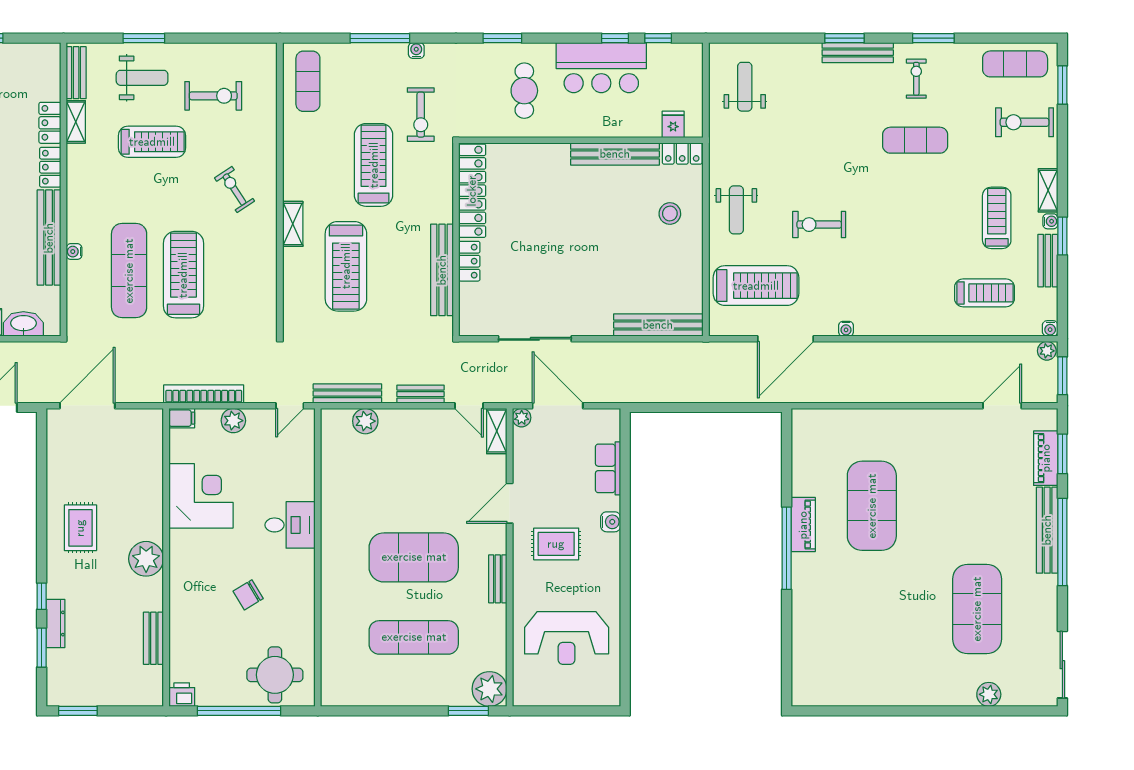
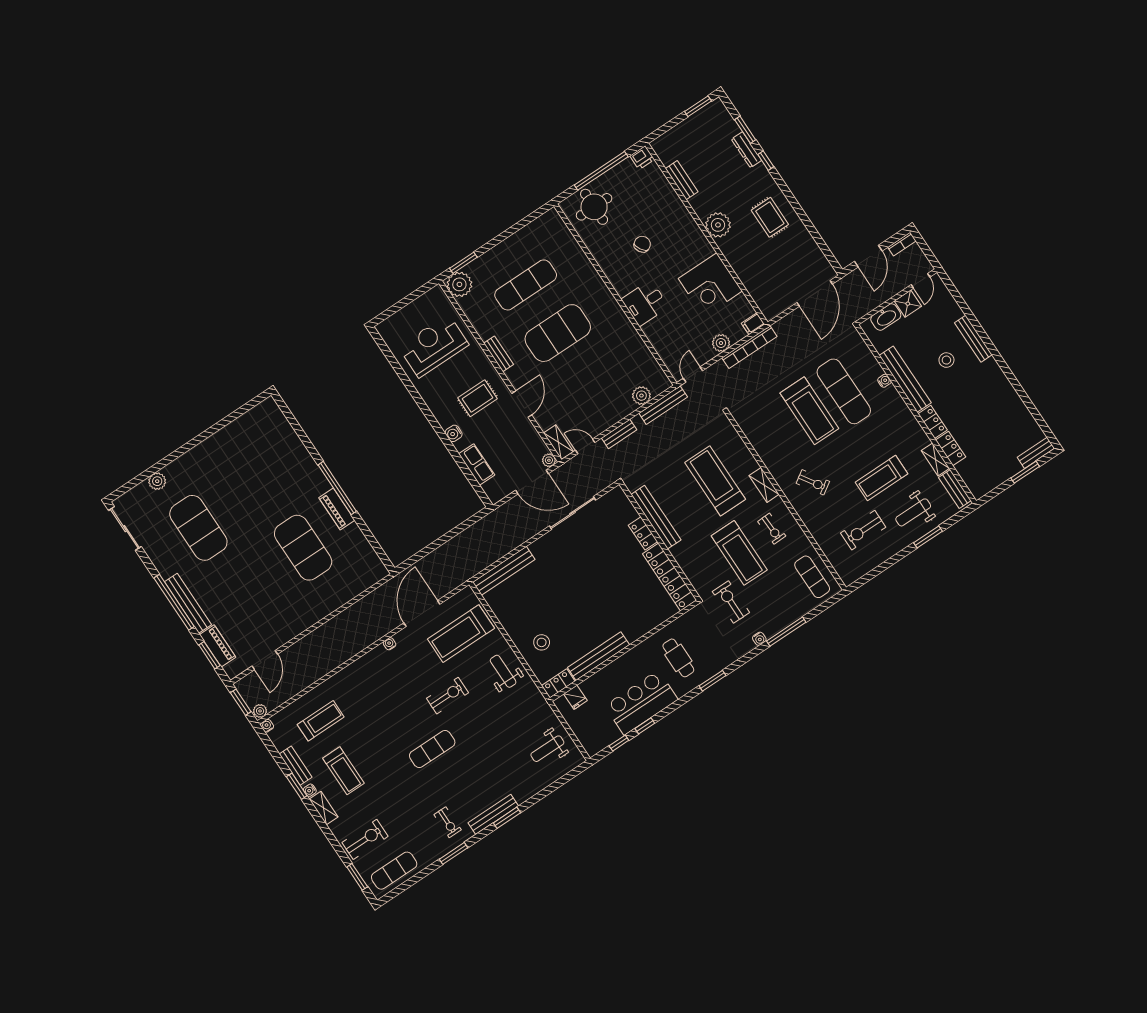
weight bench: (745, 87) -> (547, 749), turned 90
exercise mat: (915, 140) -> (432, 749), moved
exercise bike: (317, 168) -> (772, 529), added
treadmill: (984, 293) -> (321, 721), turned 180

